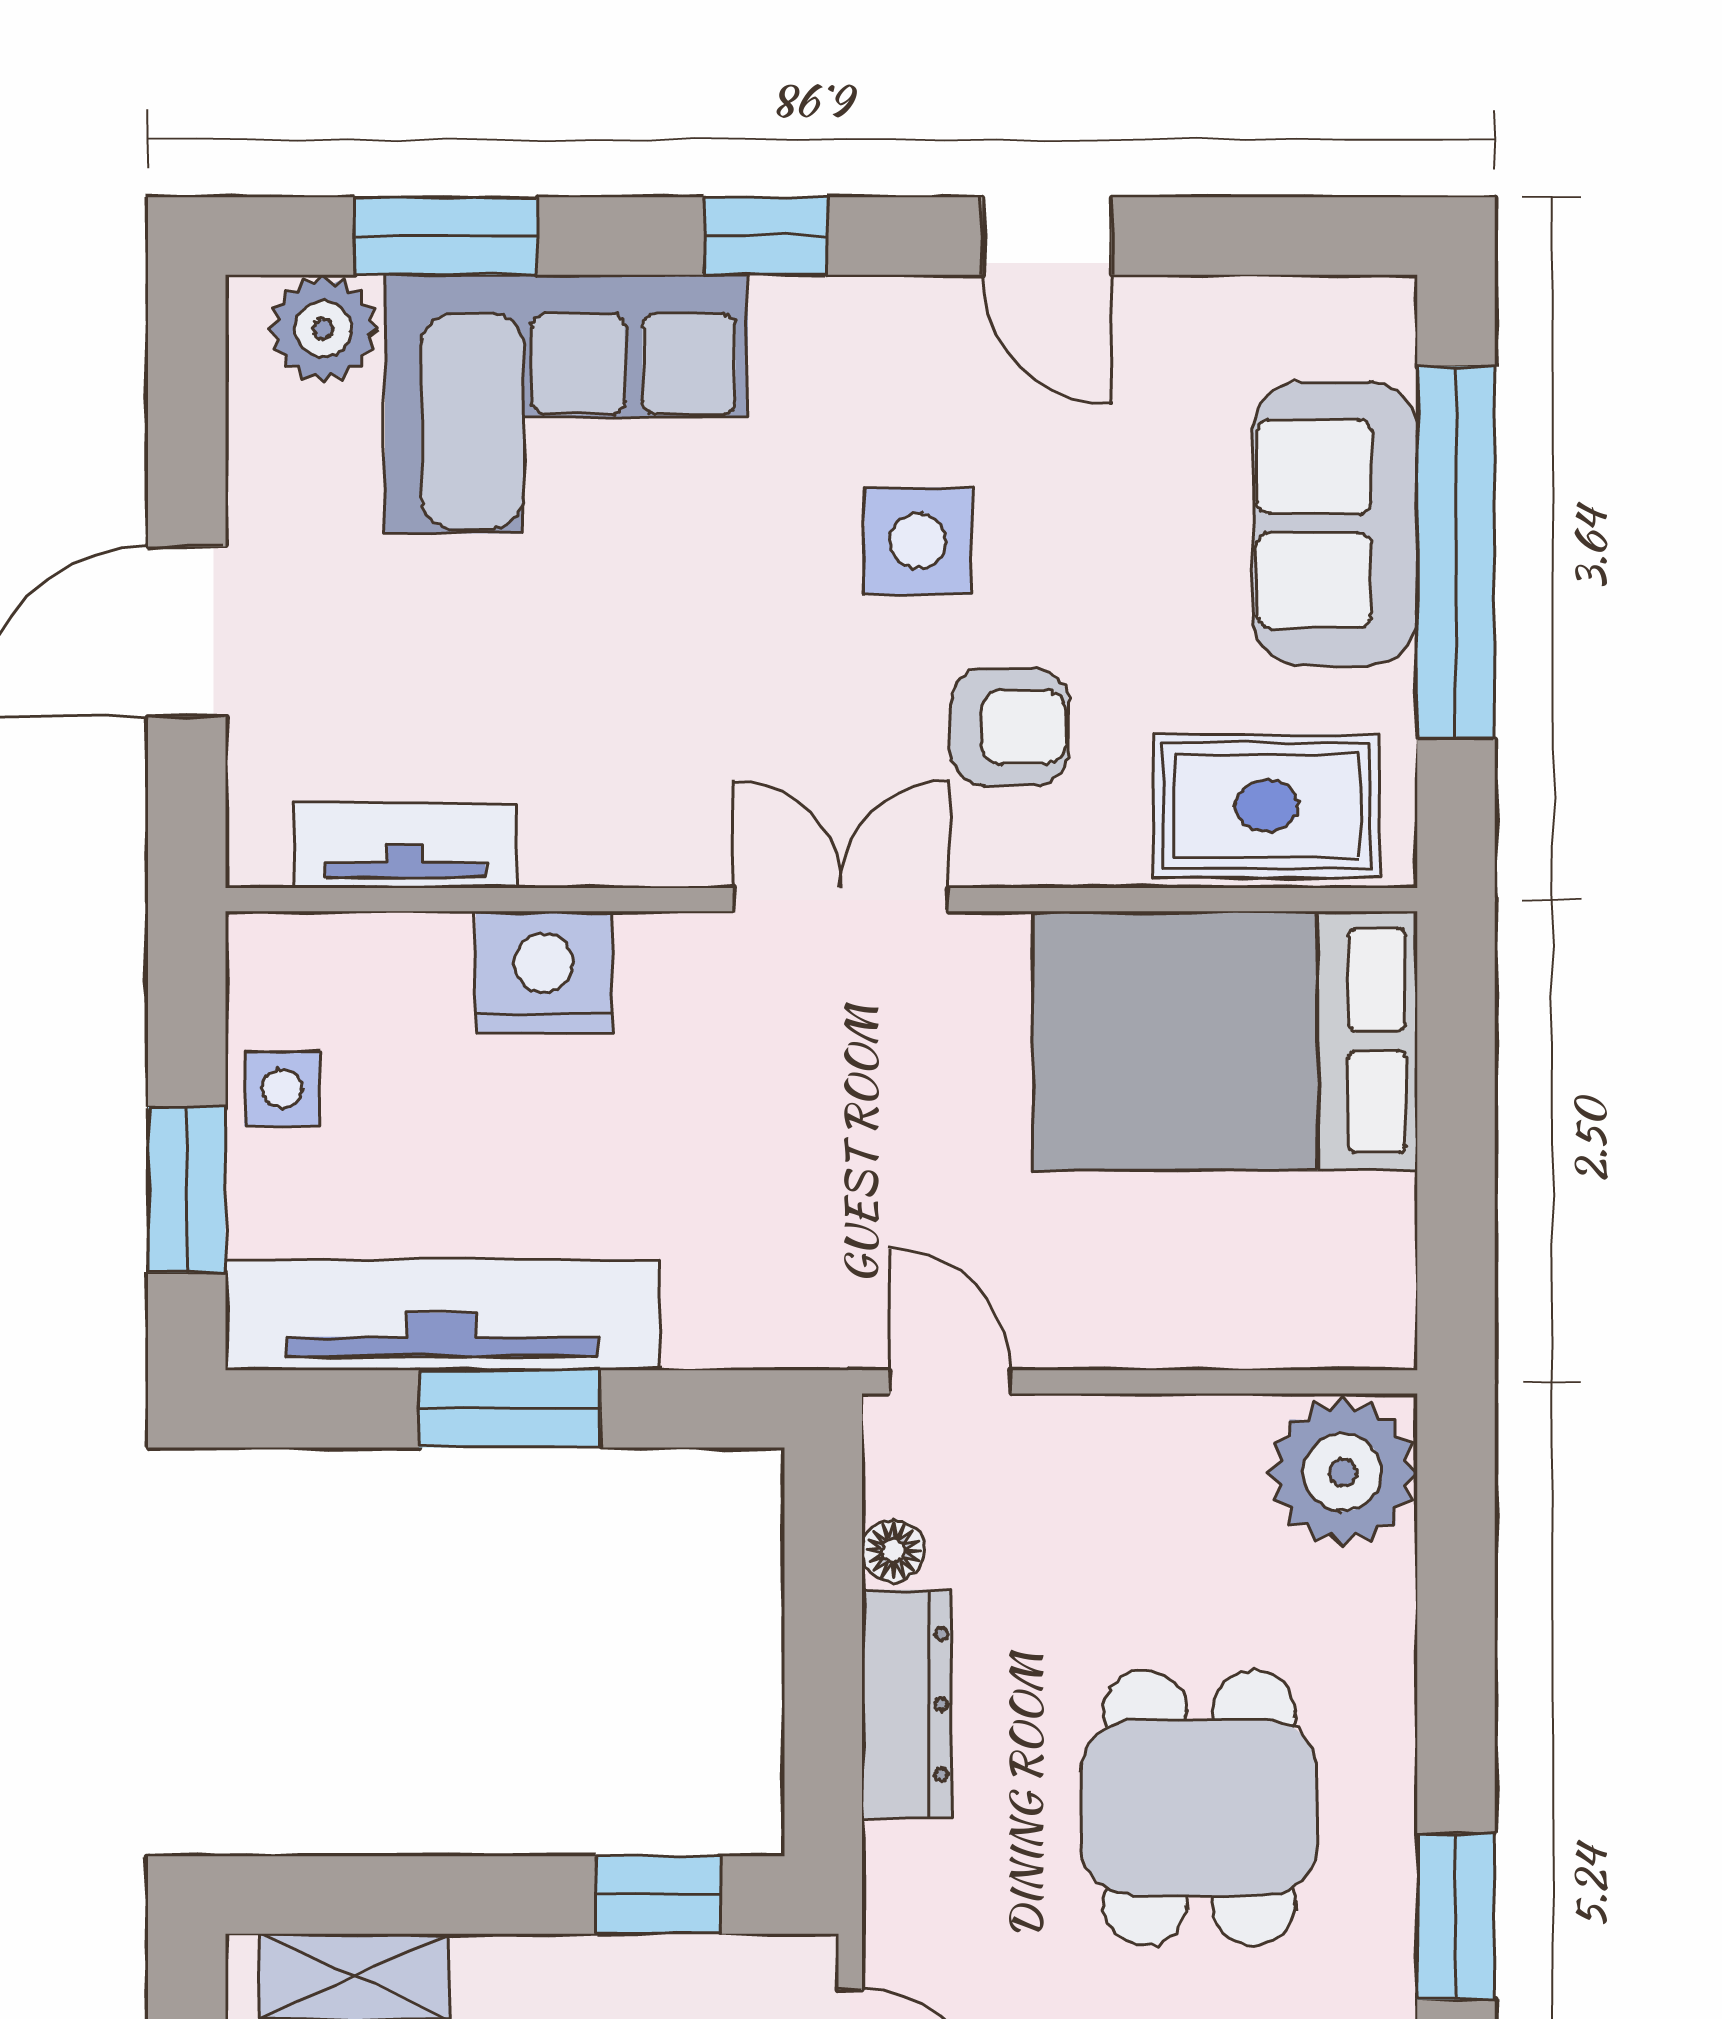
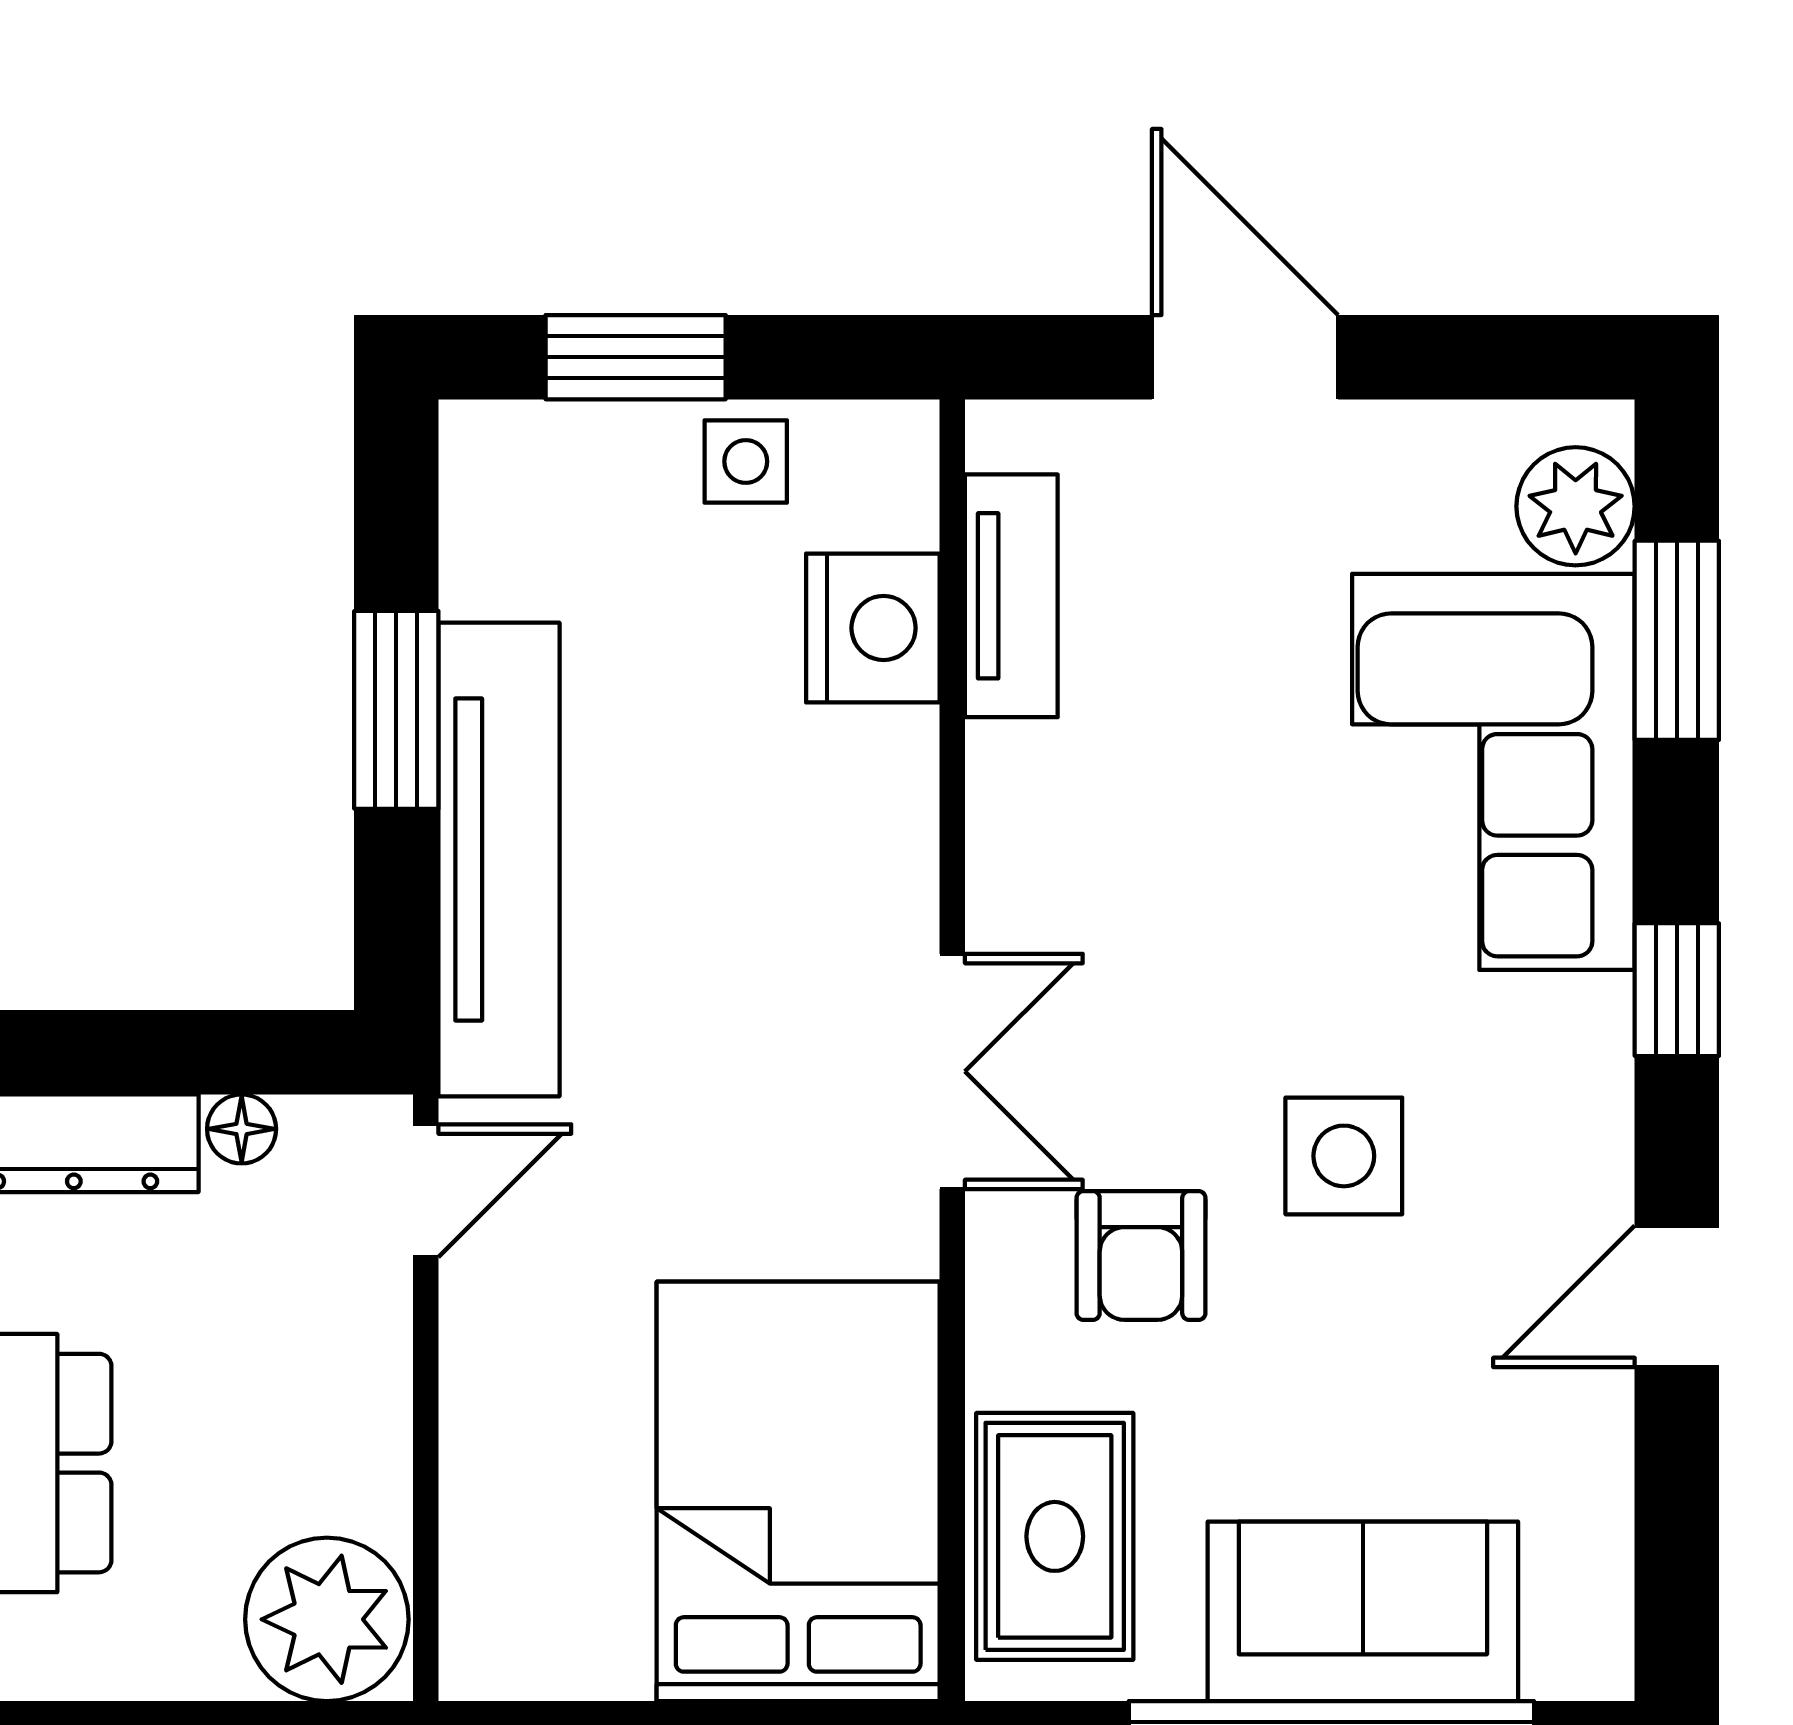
nightstand: (544, 972) -> (873, 628), moved
tv unit: (442, 1315) -> (499, 860), moved

